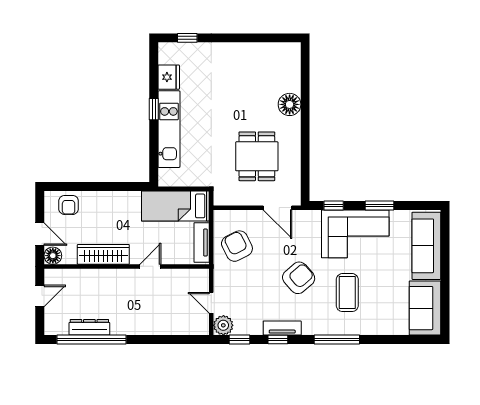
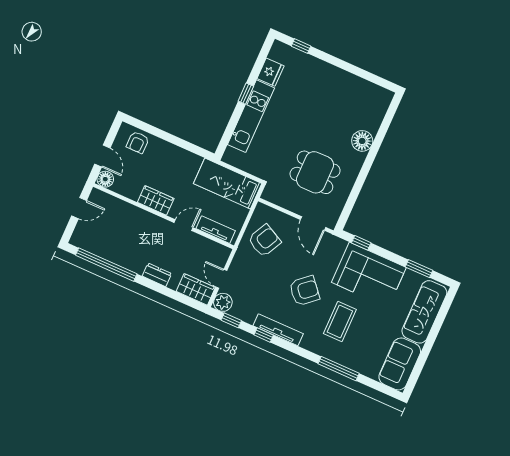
dining table: (257, 156) -> (315, 172), turned 90
window: (380, 205) -> (419, 269), moved
tv unit: (202, 242) -> (216, 230), moved, turned 90
armchair: (237, 246) -> (264, 241), turned 54
wardrobe: (103, 254) -> (156, 200), width x0.67
wardrobe: (191, 324) -> (196, 289), added
dresser: (89, 327) -> (157, 275), moved, width x0.70
tv unit: (282, 328) -> (278, 330), width x1.41
window: (337, 340) -> (339, 369), moved

